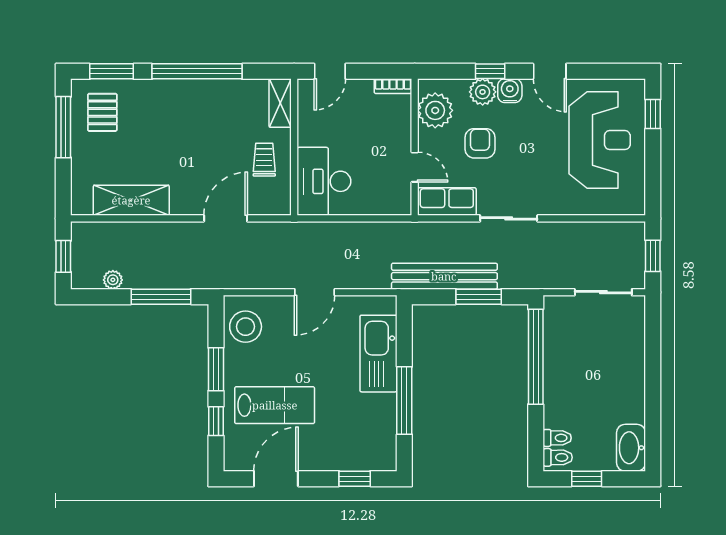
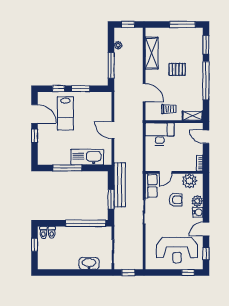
window: (490, 71) -> (206, 254), moved
pallet: (102, 112) -> (177, 69), moved
stool: (246, 327) -> (98, 101), removed
washbasin: (631, 448) -> (89, 263), moved
window: (355, 479) -> (34, 136), moved

